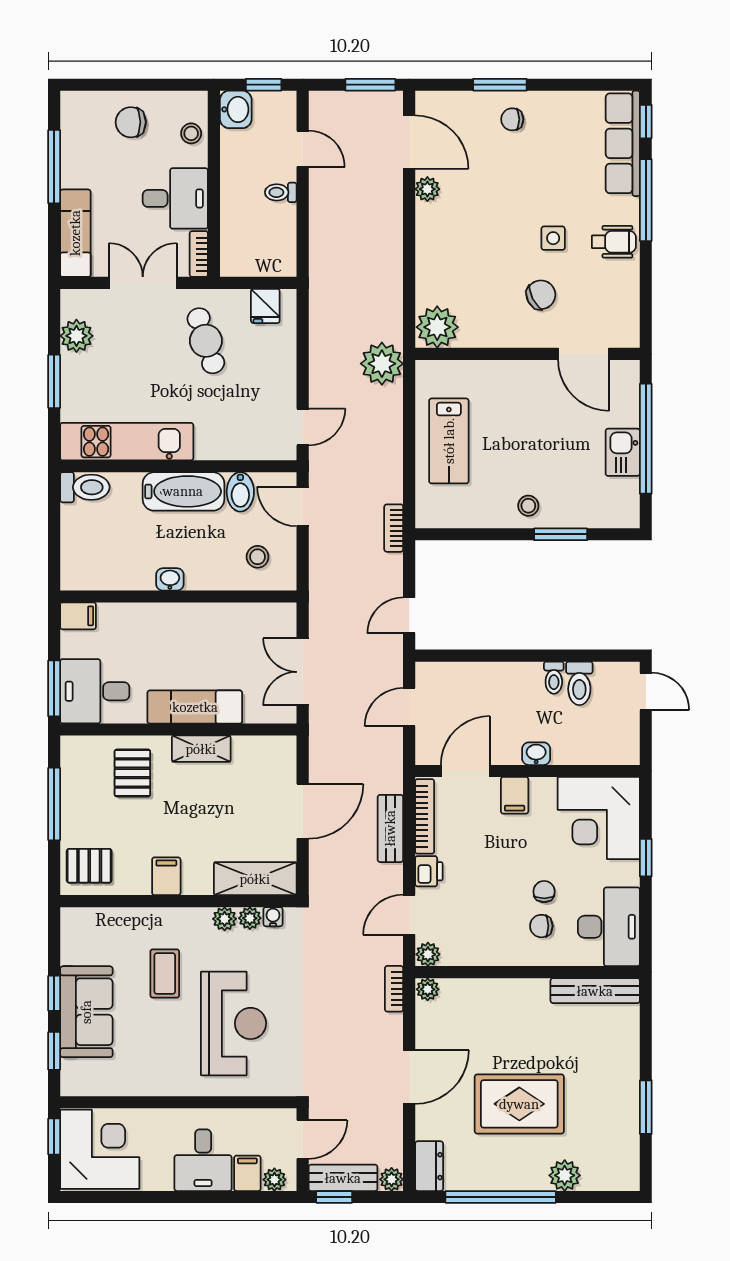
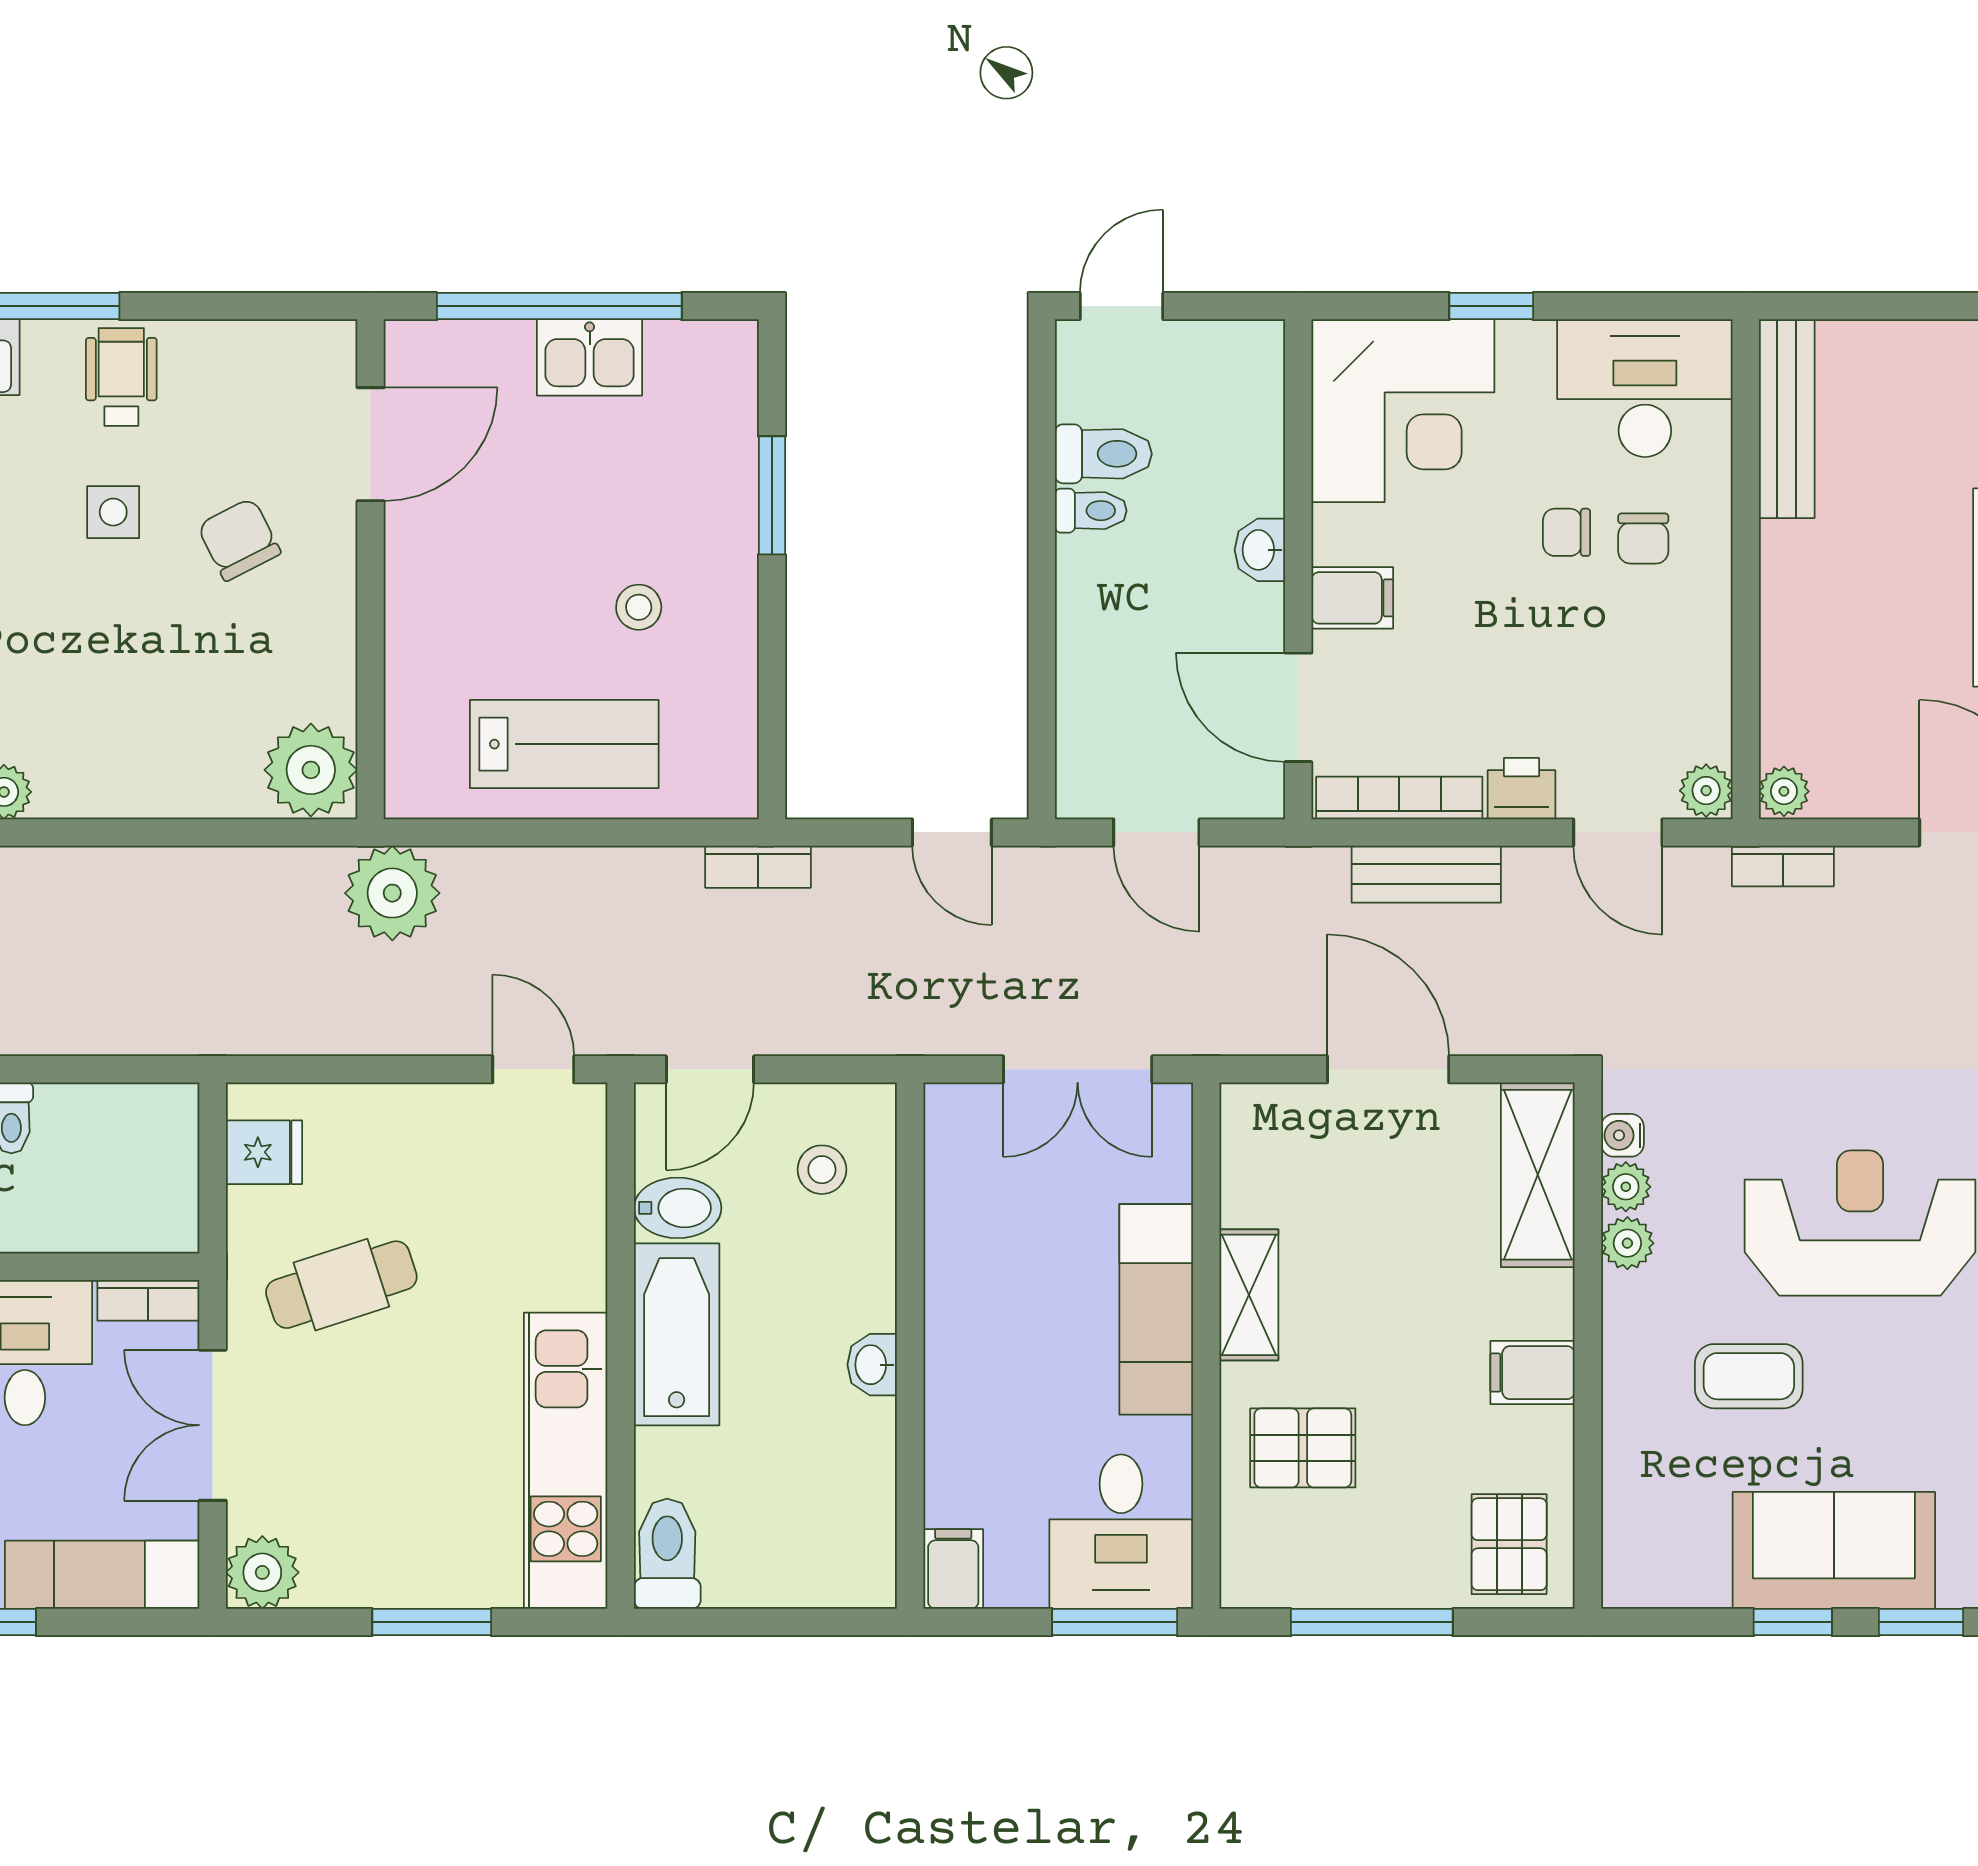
plant: (76, 336) -> (262, 1572), moved
stool: (528, 506) -> (639, 607), moved

